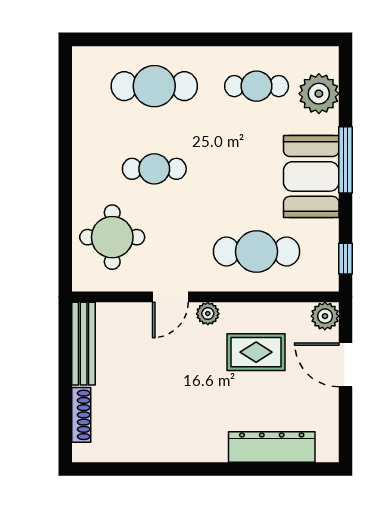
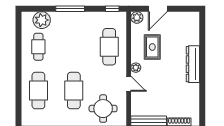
cafe table: (154, 169) -> (74, 91), width x1.37, depth x1.35
booth: (311, 176) -> (77, 23), removed
dresser: (272, 447) -> (193, 64), moved

